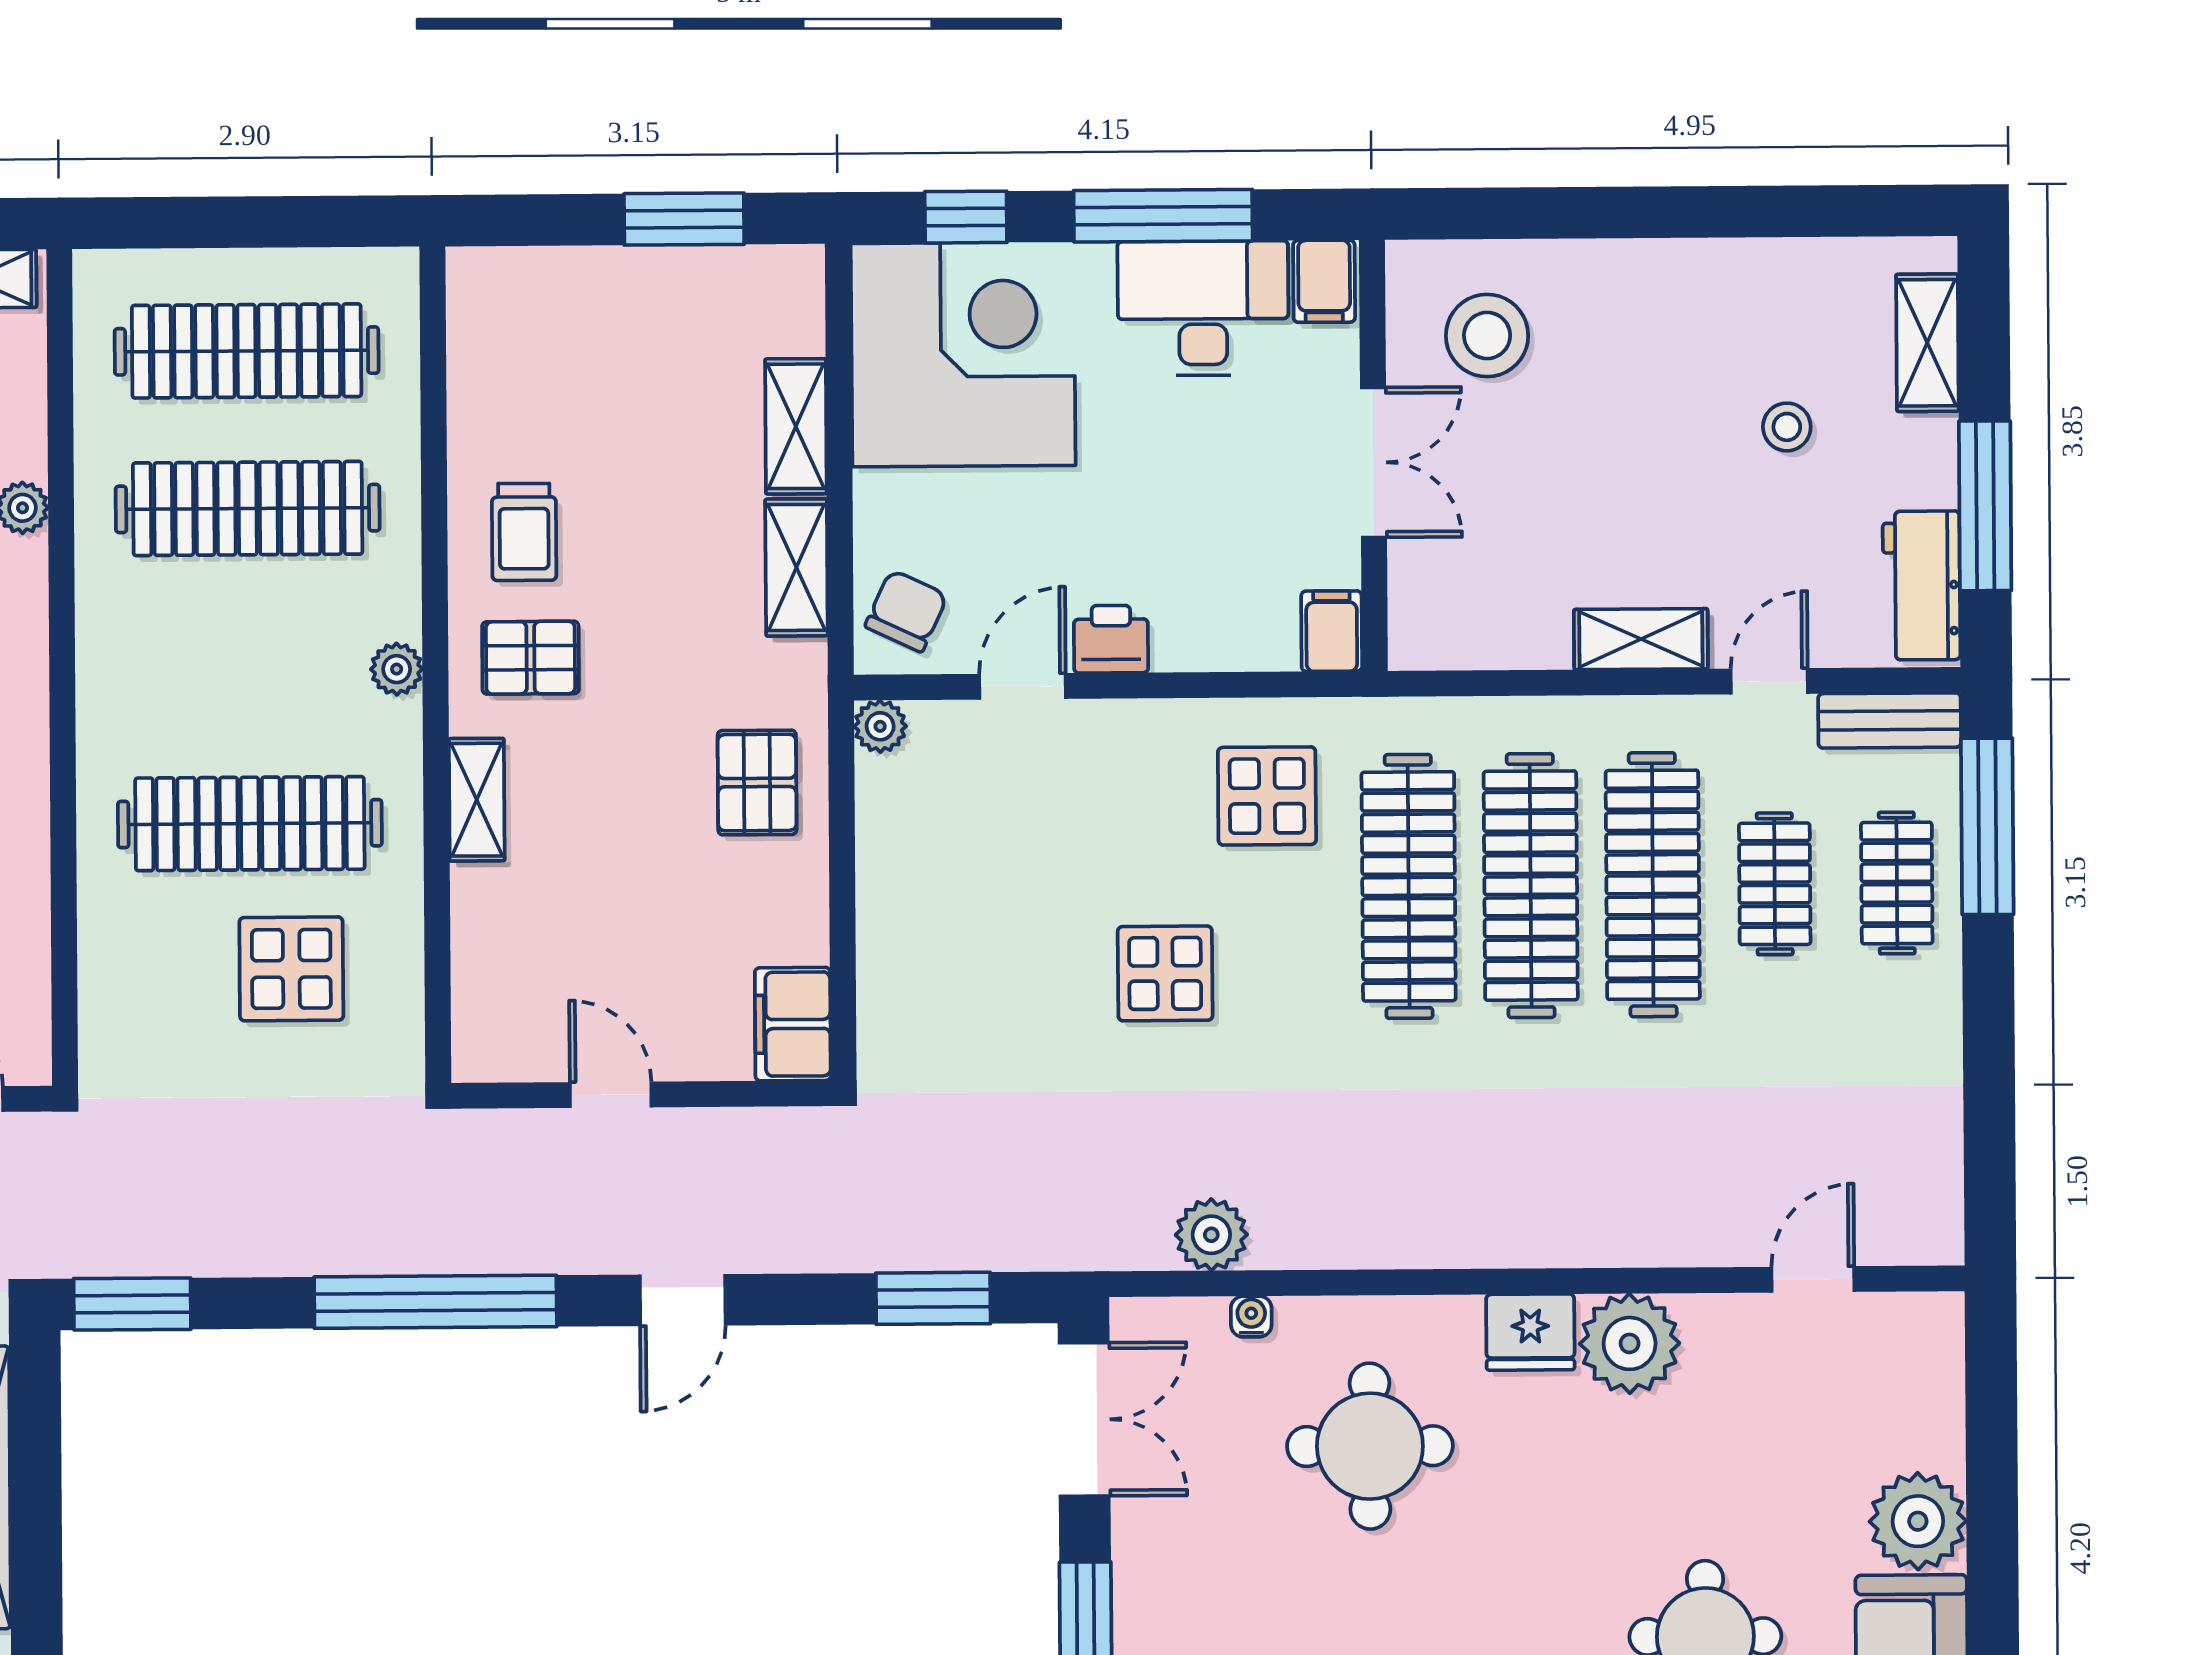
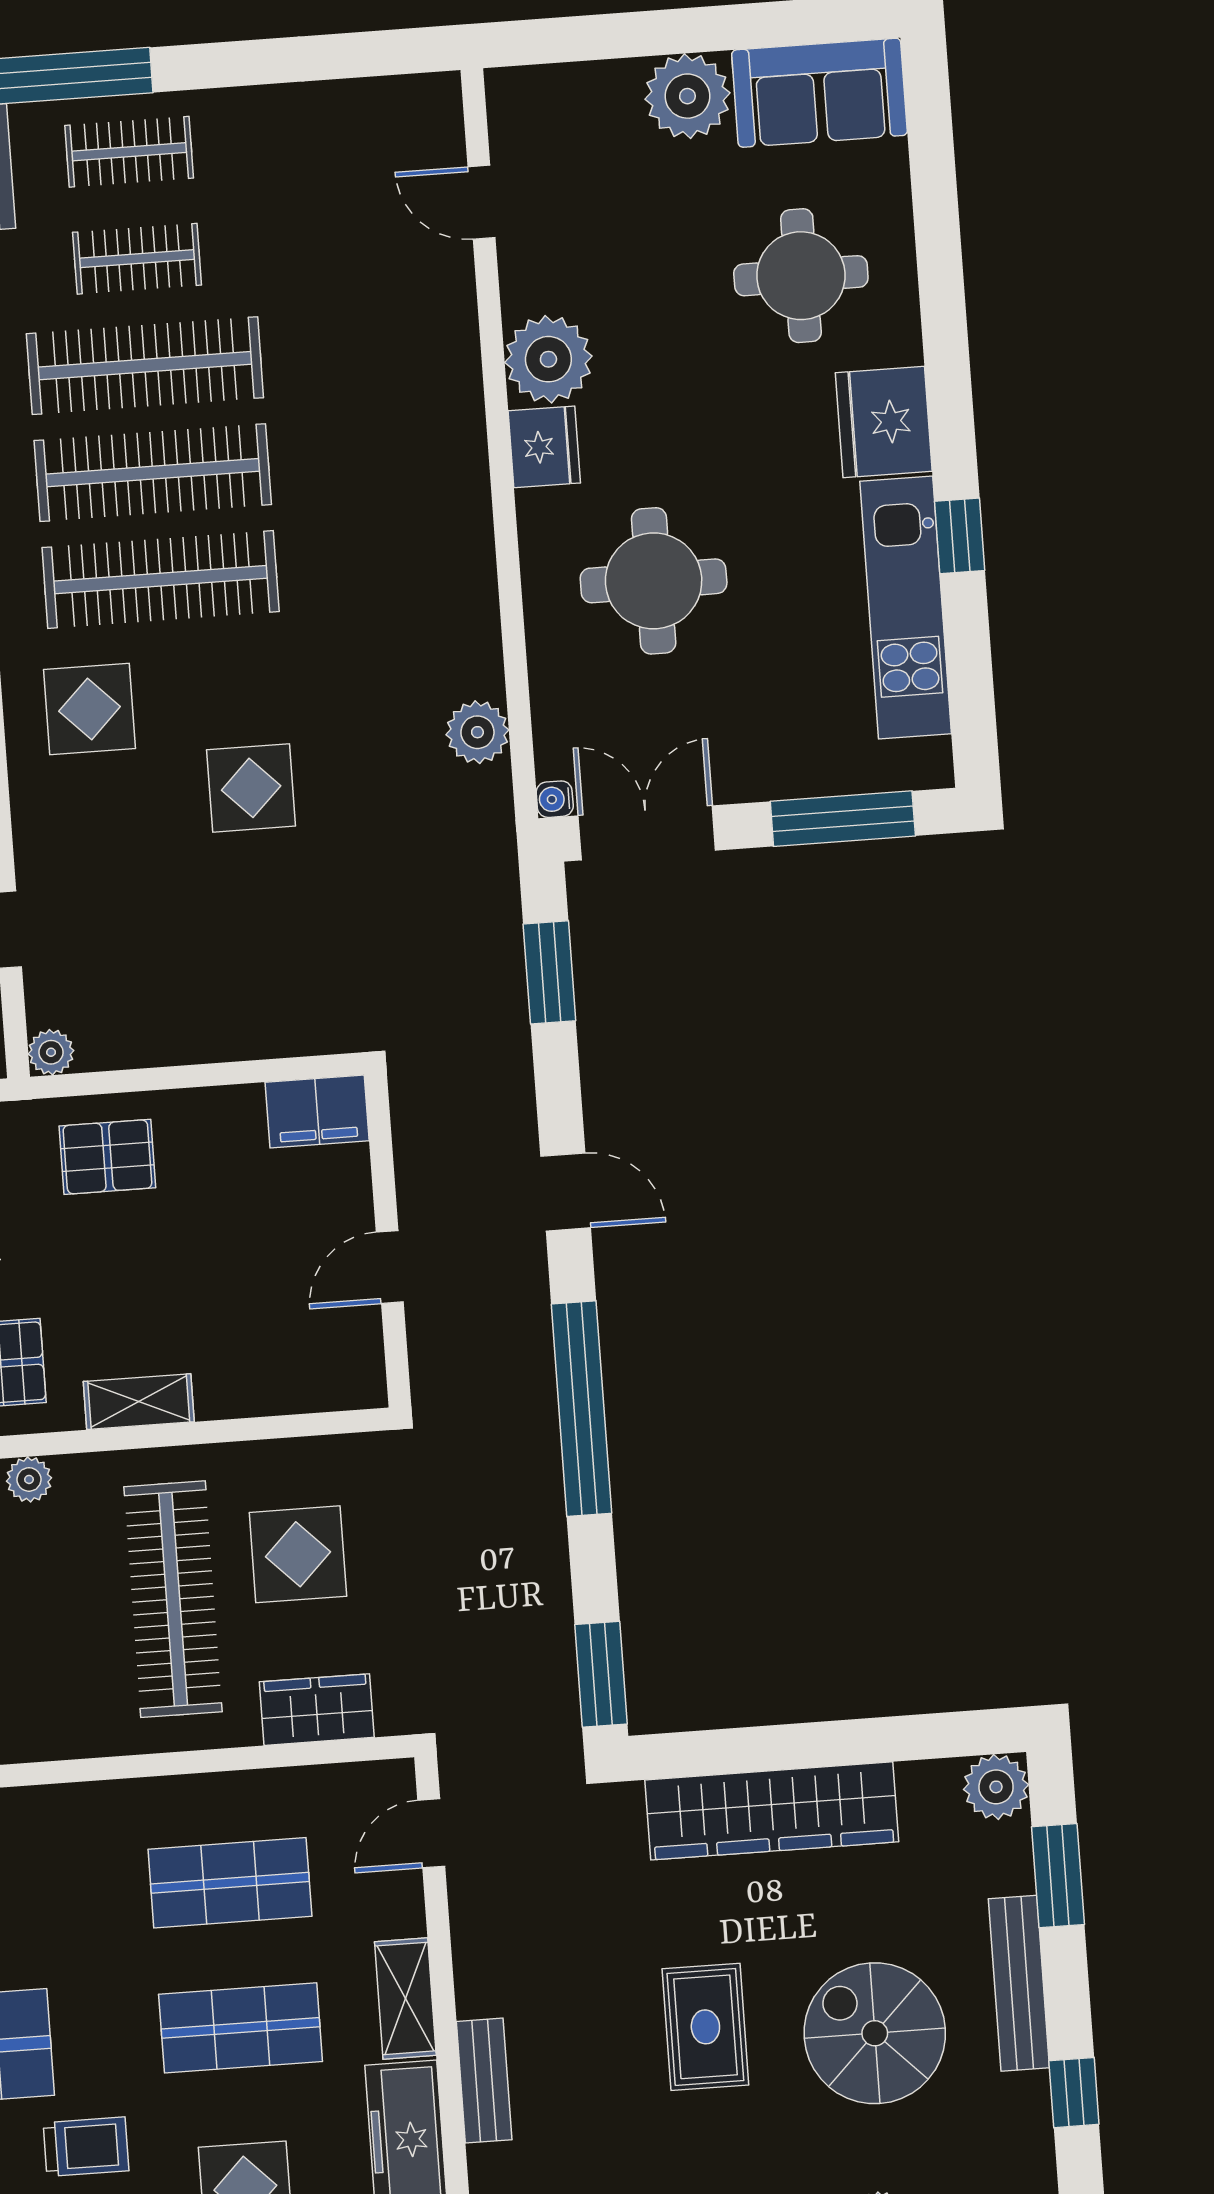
wardrobe: (114, 979) -> (317, 1710), added
water cooler: (1251, 1317) -> (555, 799), moved

